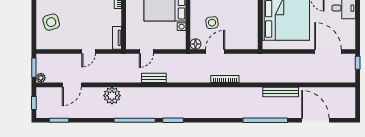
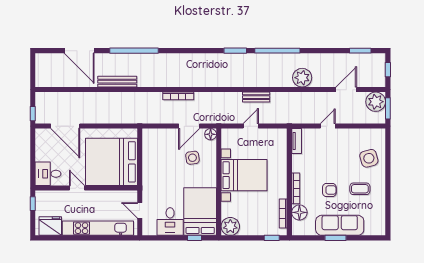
door: (146, 52) -> (251, 126), moved
plant: (41, 78) -> (376, 102), width x1.87, depth x1.87

